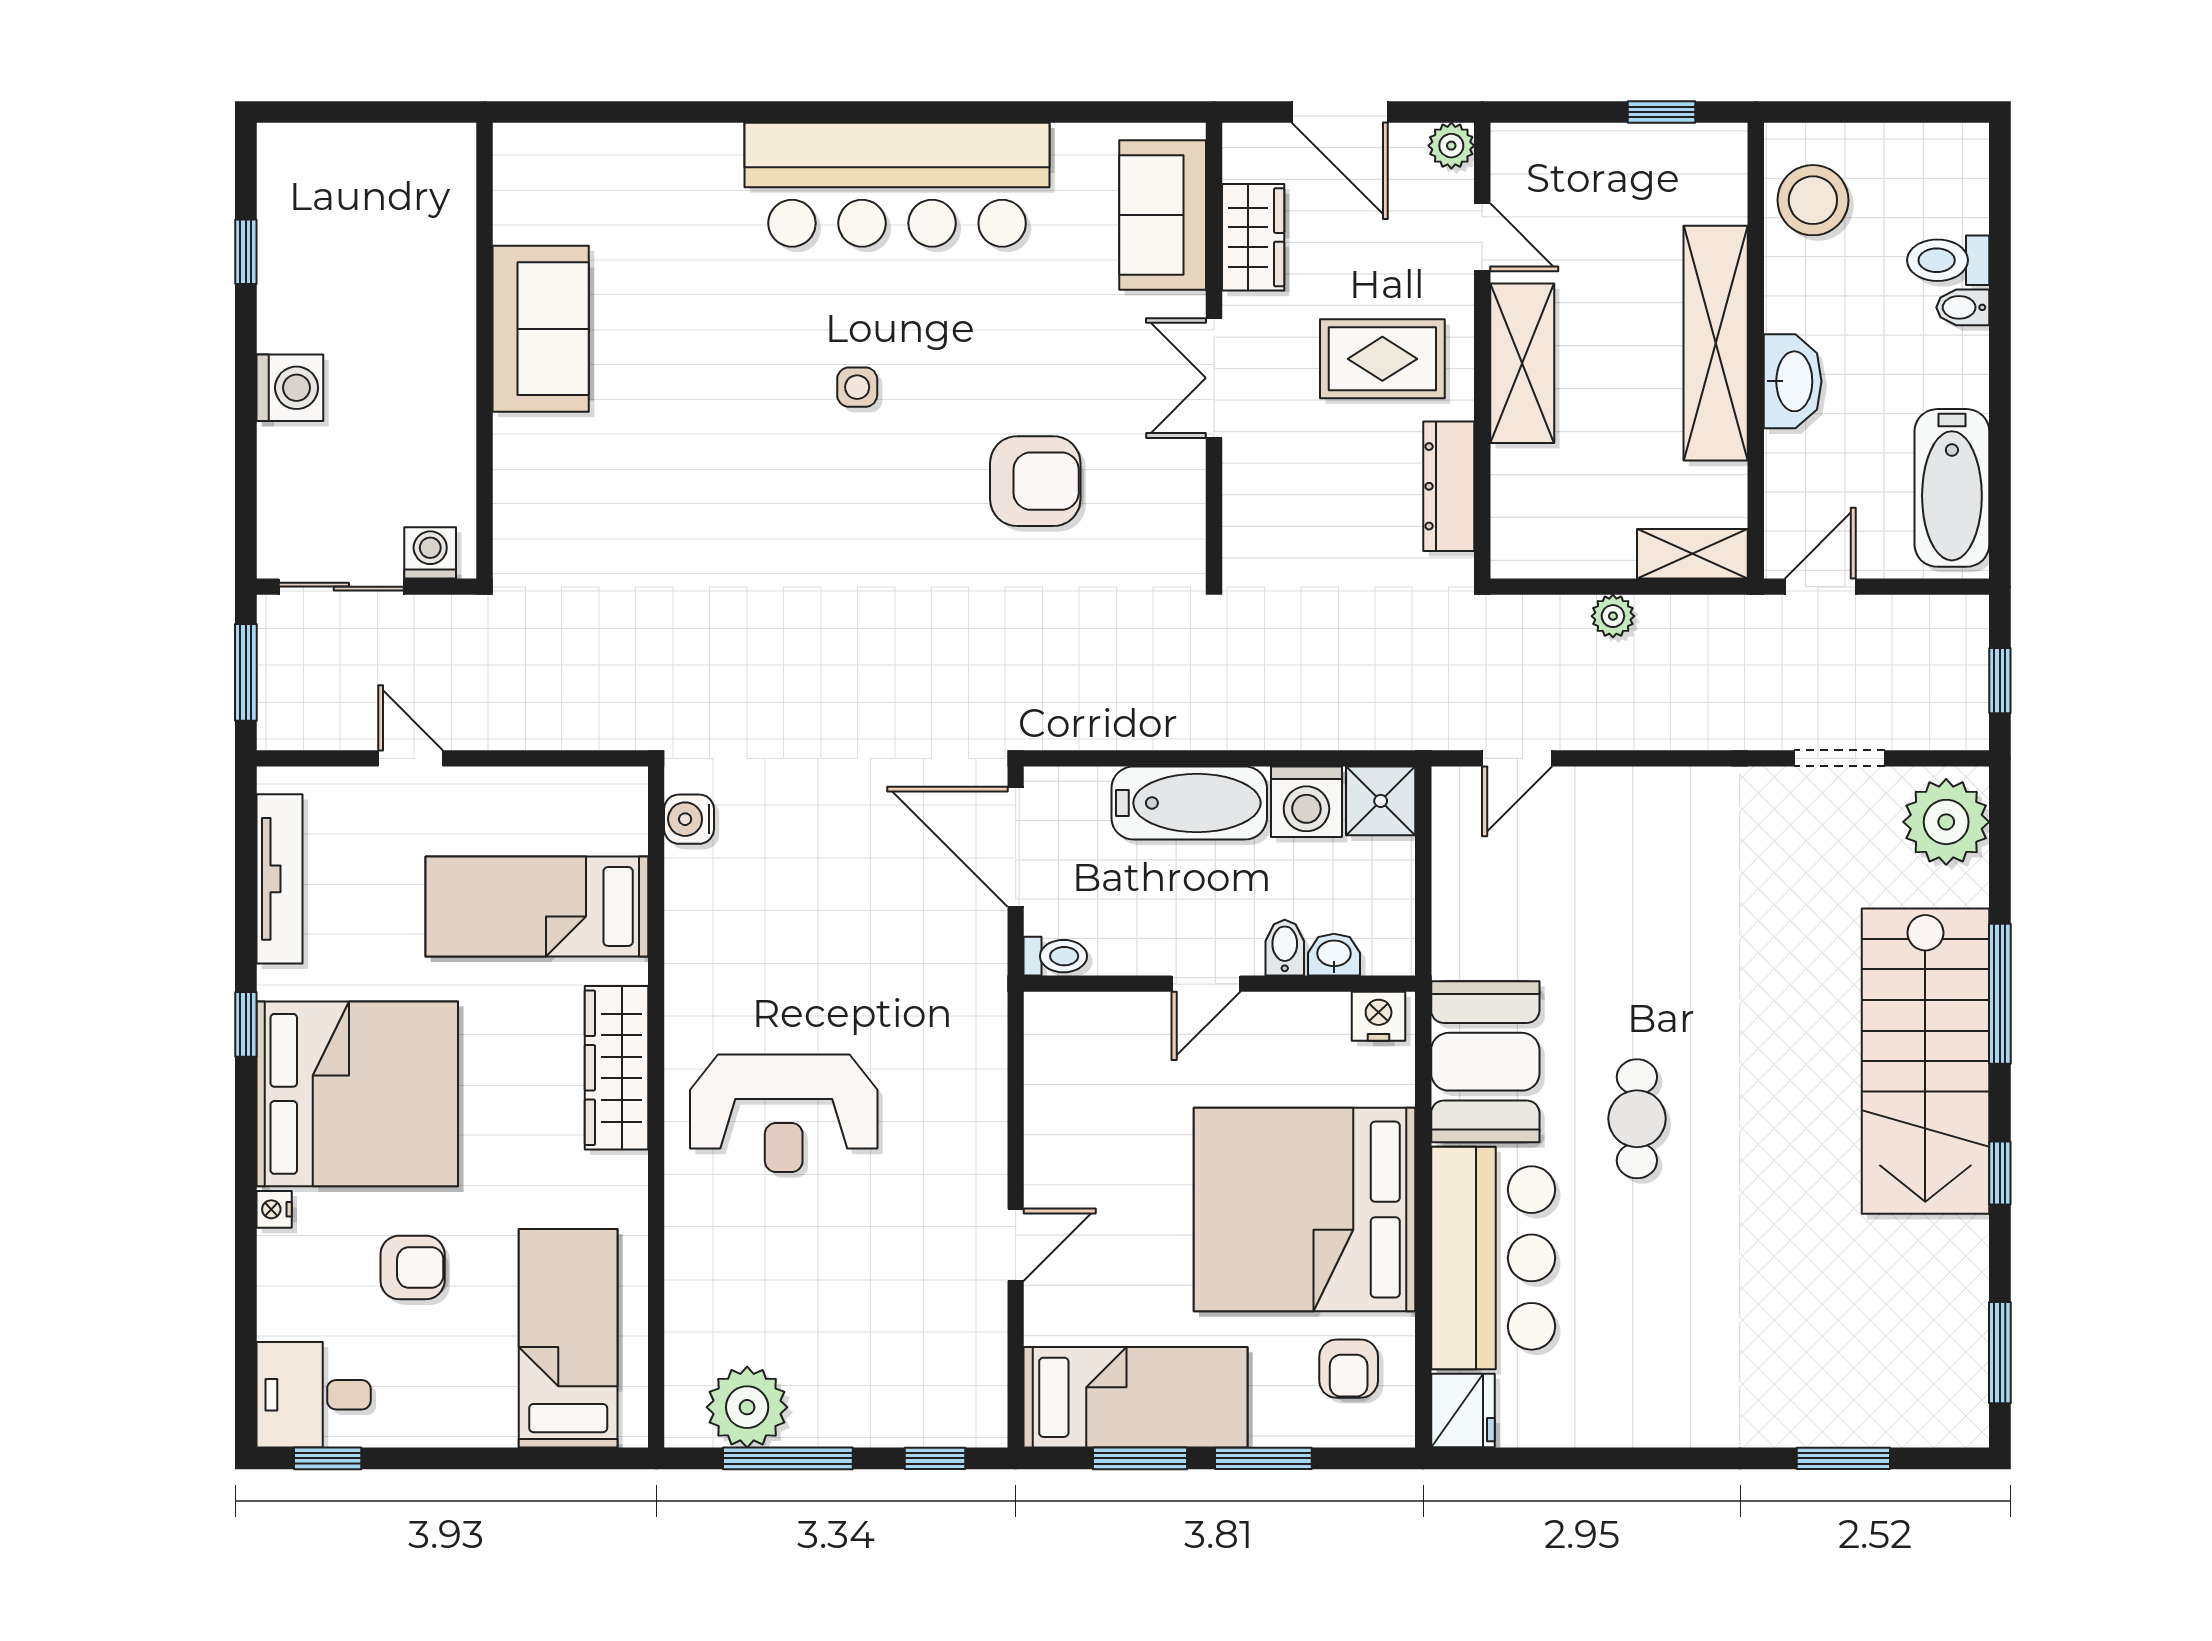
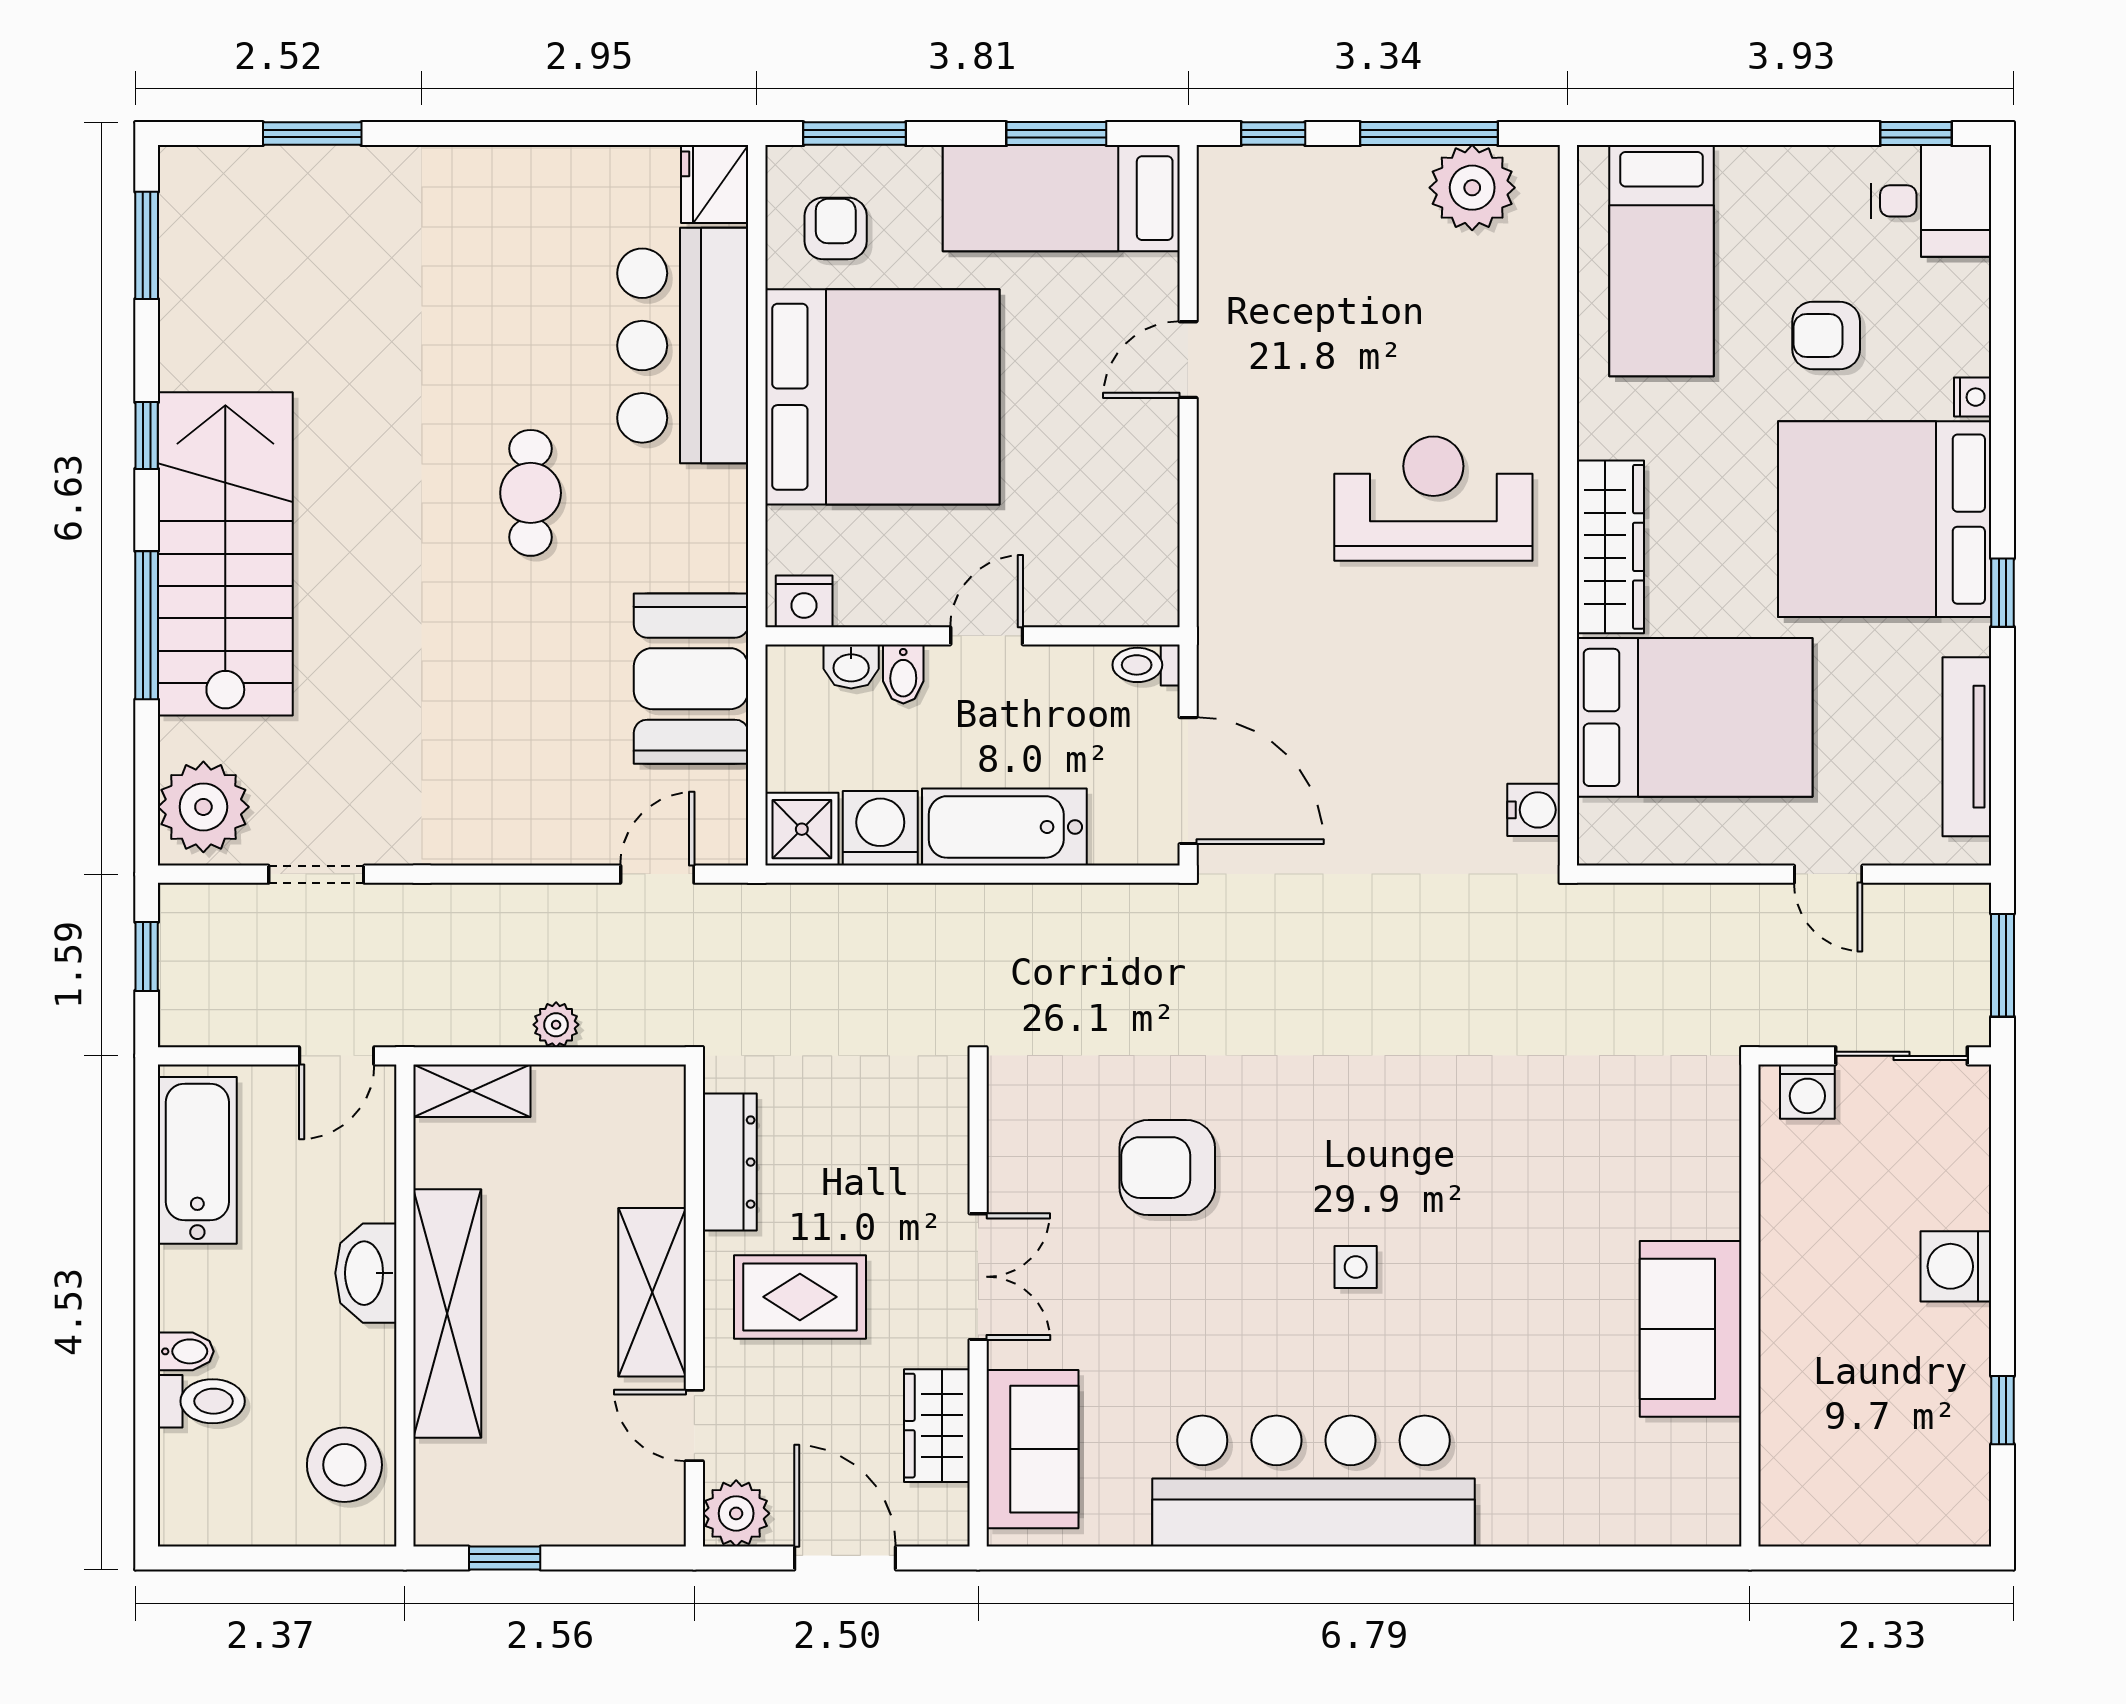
plant: (1451, 146) -> (736, 1513), width x1.38, depth x1.38
bed: (537, 907) -> (1695, 717), width x1.50
booth: (1485, 1062) -> (691, 679), moved
window: (1263, 1458) -> (855, 134), moved

